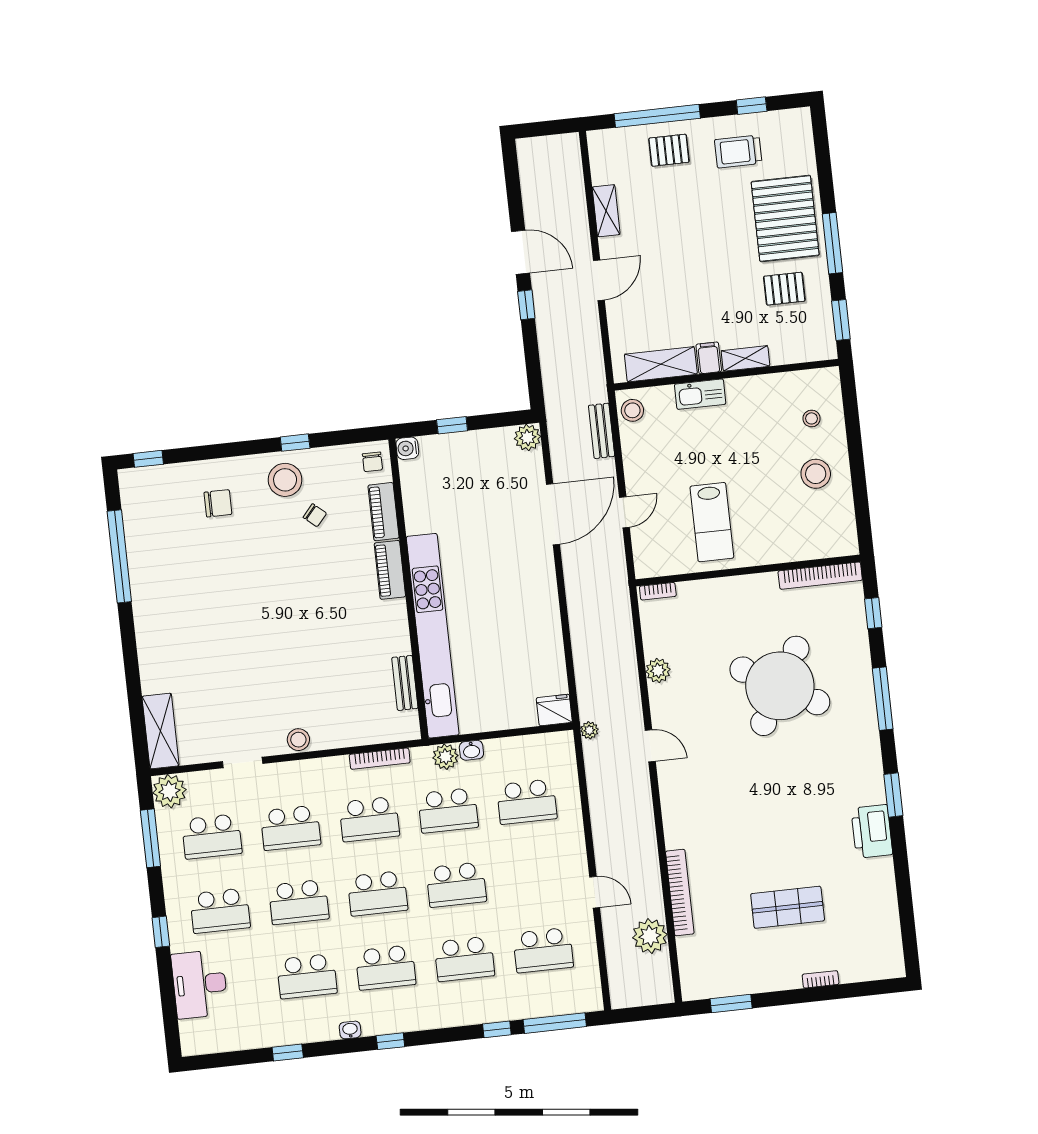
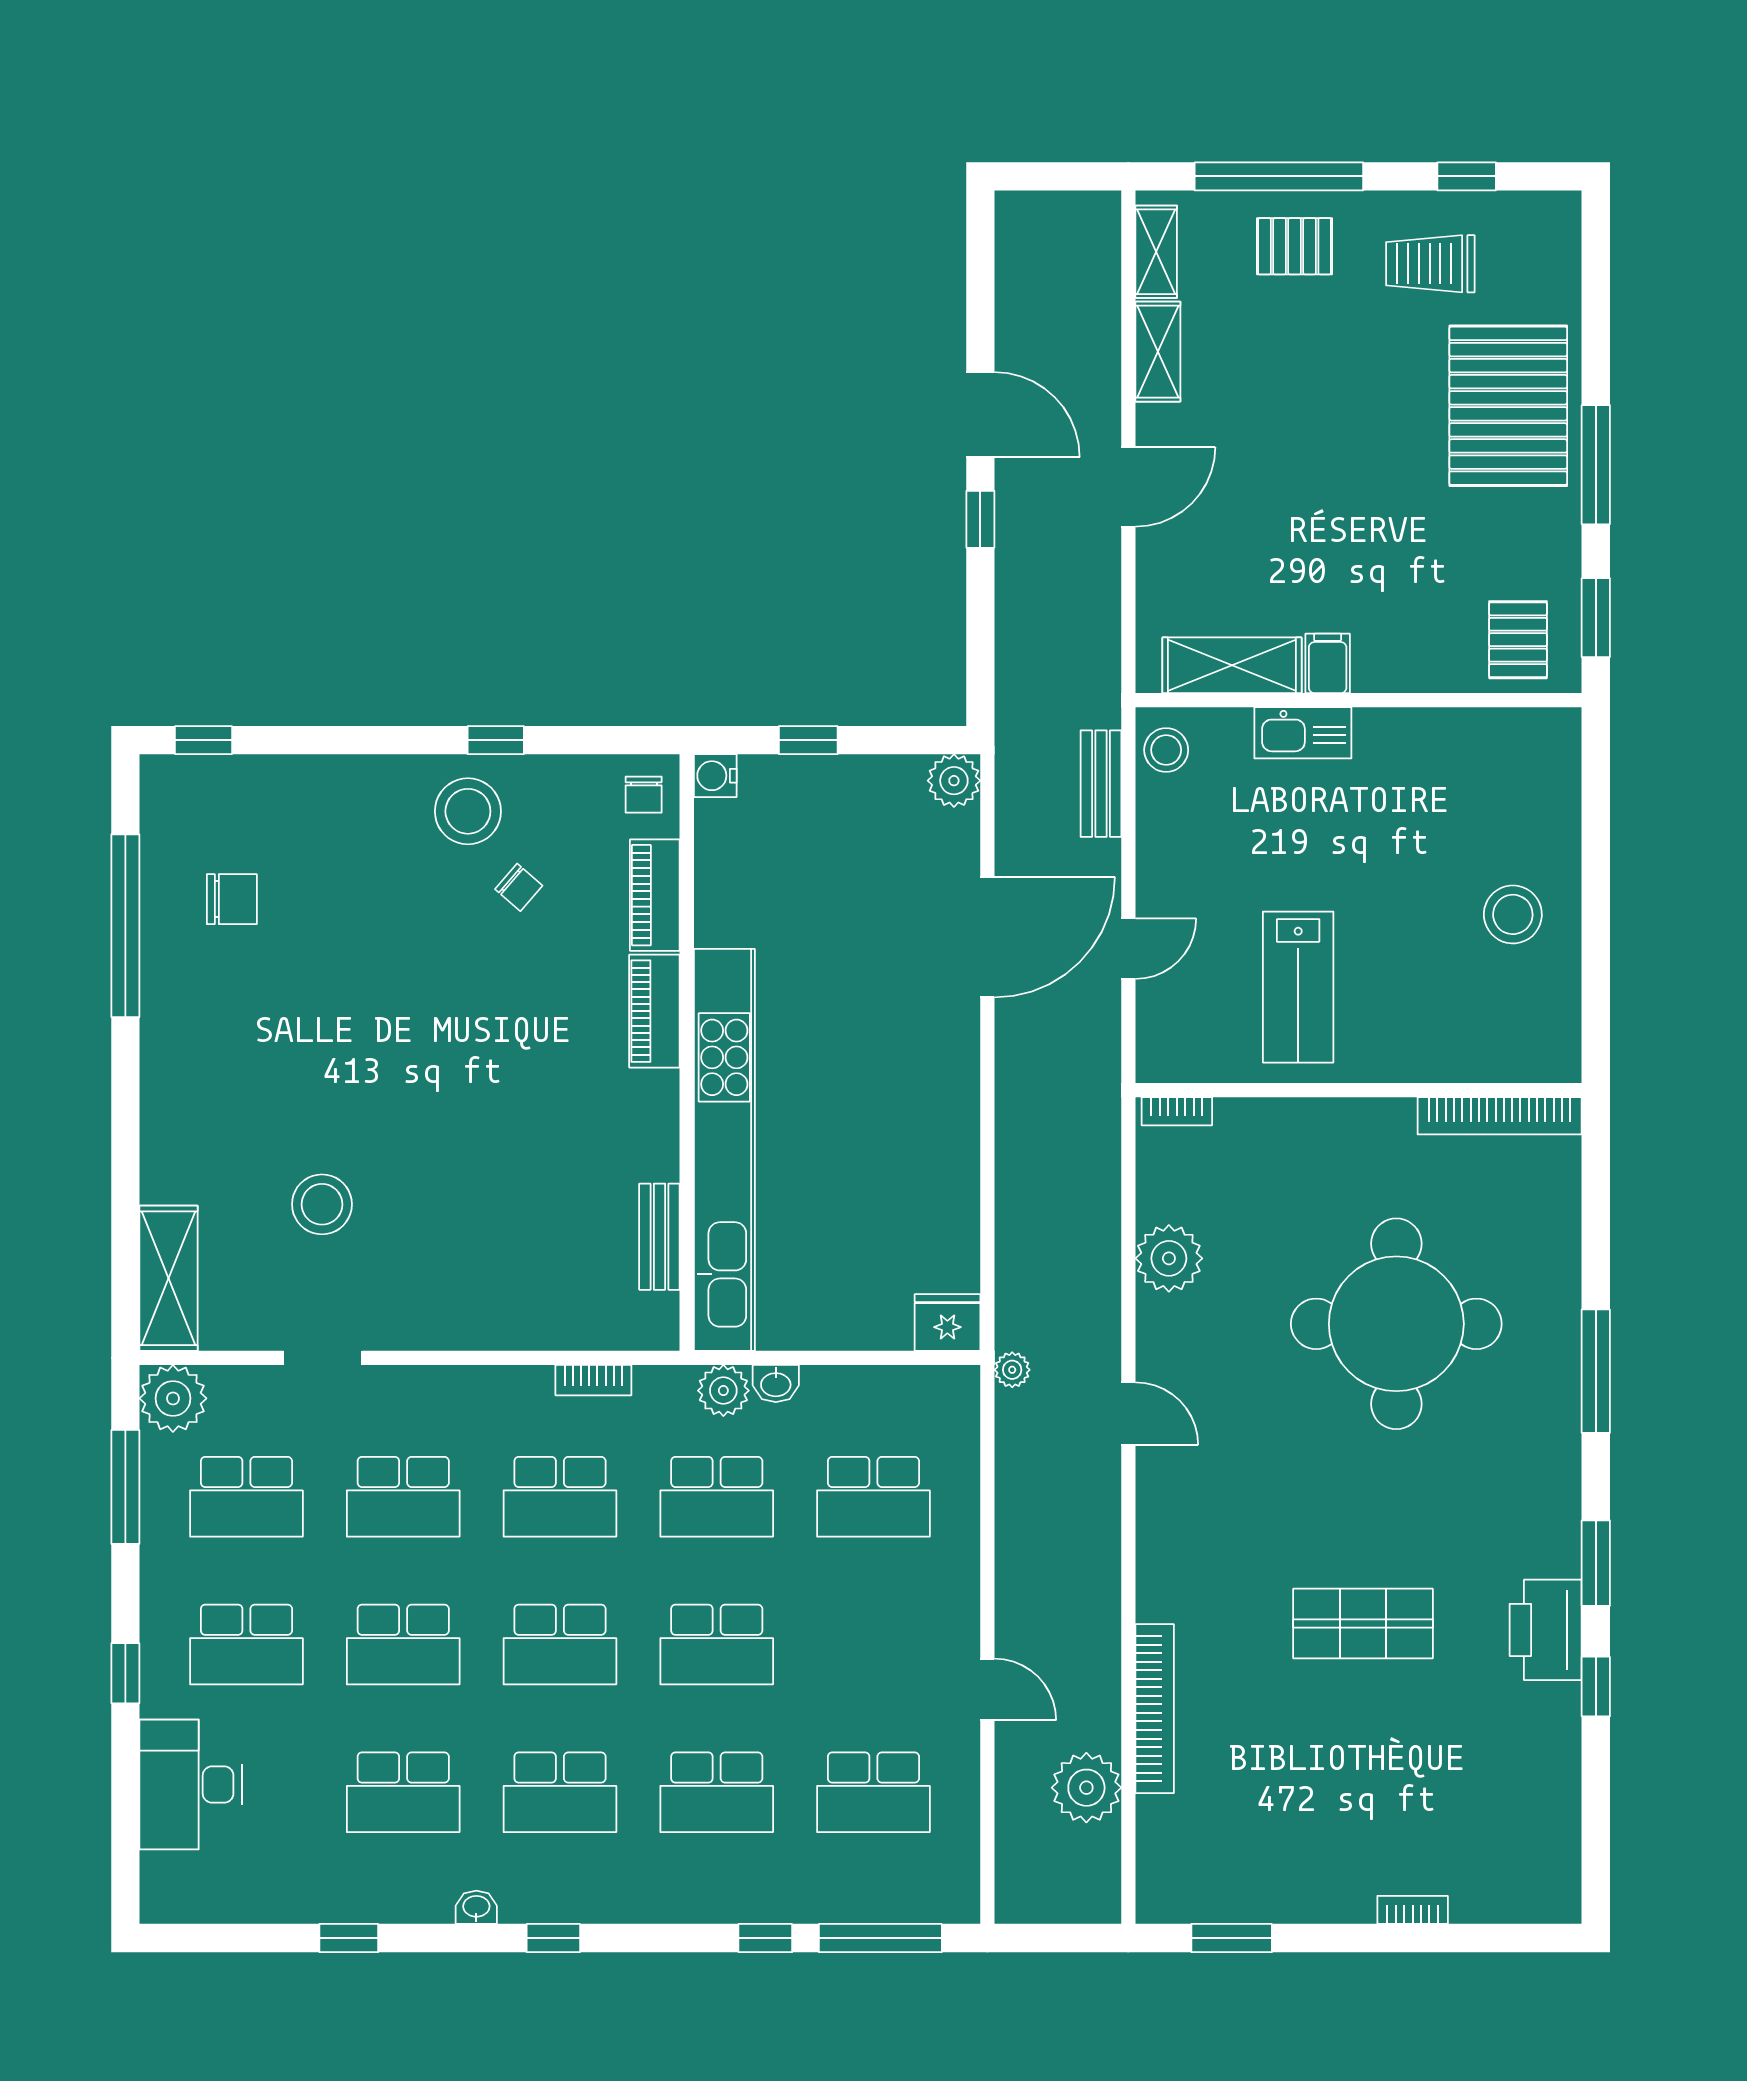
pallet: (784, 289) -> (1518, 640), moved, turned 90
shelving: (745, 358) -> (1156, 252), moved, turned 90
stool: (812, 418) -> (1517, 805), removed
chair: (218, 503) -> (232, 899), moved
window: (873, 613) -> (1596, 1687), moved
plant: (658, 671) -> (1169, 1258), width x1.36, depth x1.36
round table: (780, 686) -> (1396, 1324), turned -30
stool: (298, 740) -> (322, 1204), moved, width x1.38, depth x1.38
bookcase: (380, 759) -> (593, 1380), width x0.64
shop shelf: (788, 907) -> (1363, 1624), moved

